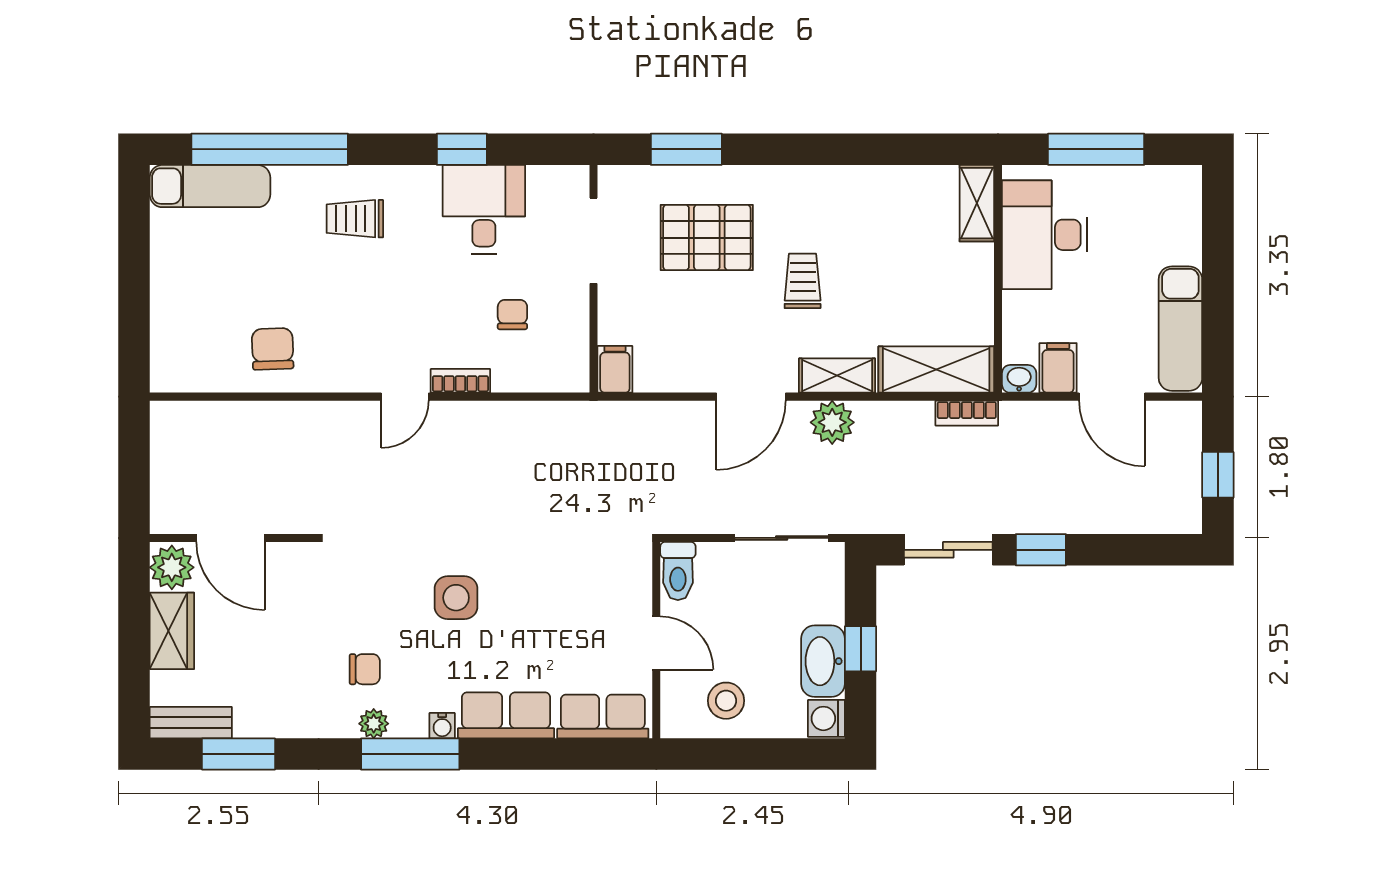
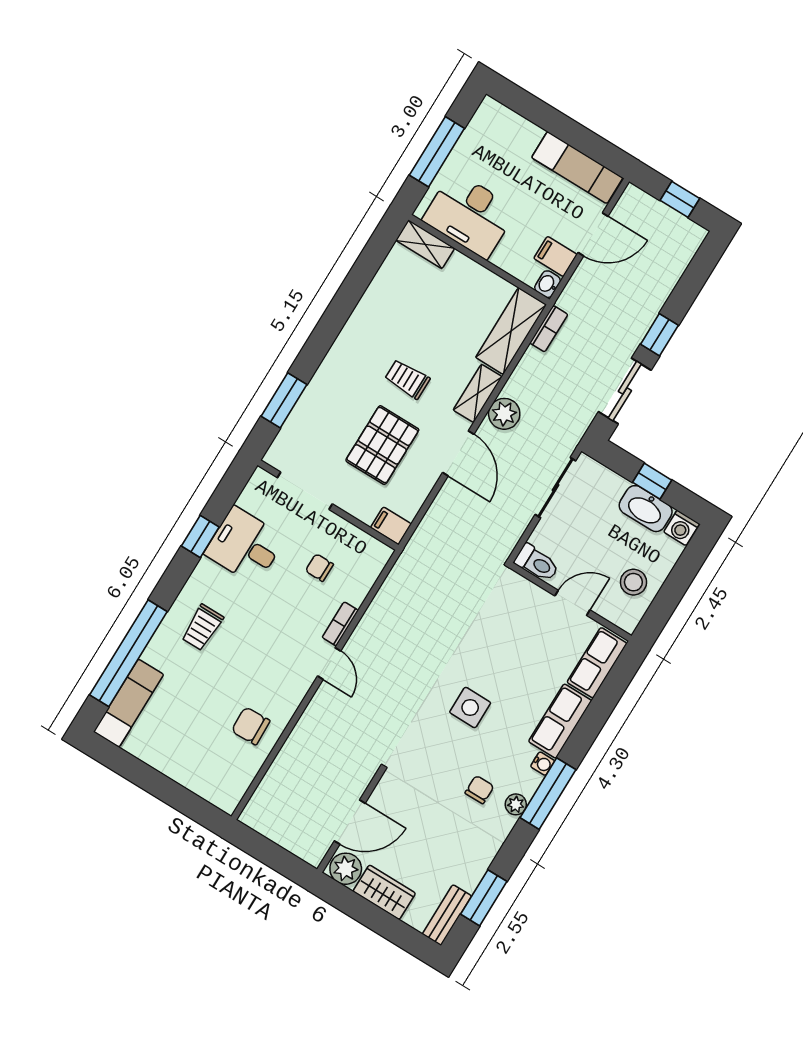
pallet: (707, 238) -> (382, 445), moved

